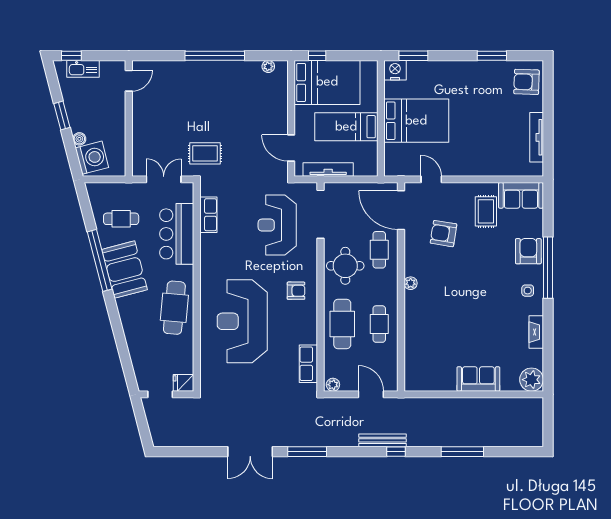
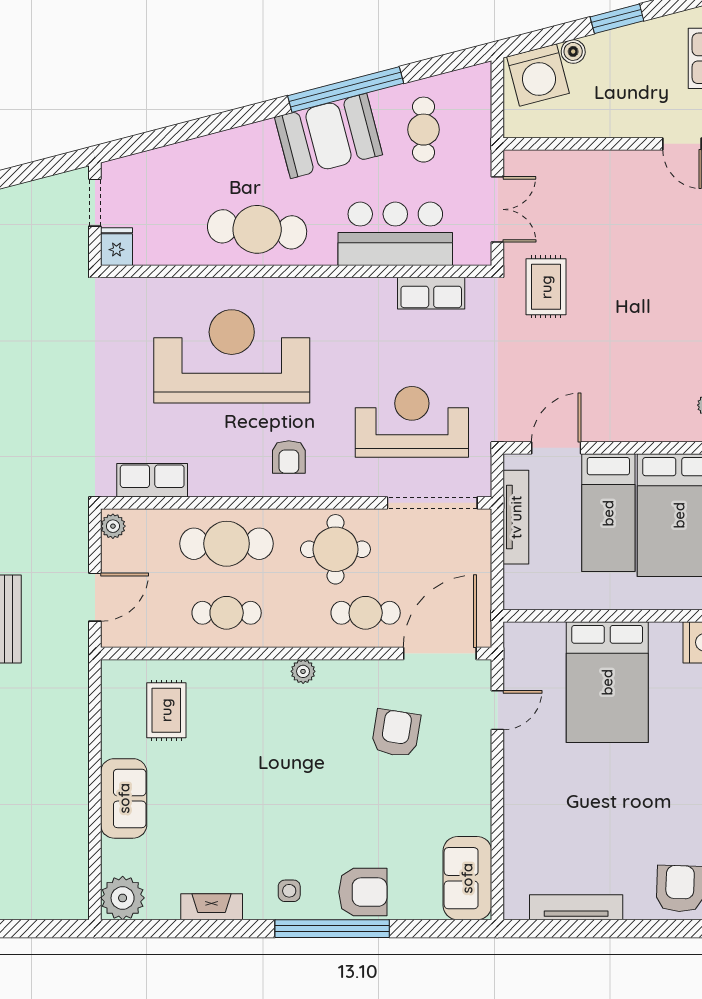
bed: (346, 127) -> (608, 513), moved, turned 180
rug: (486, 211) -> (166, 710), moved, turned 90

